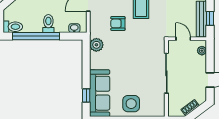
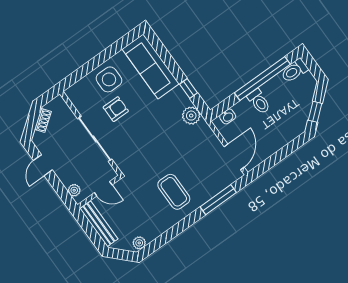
window: (210, 18) -> (90, 231), removed
armchair: (118, 23) -> (116, 109), moved
window: (86, 95) -> (188, 89), moved

